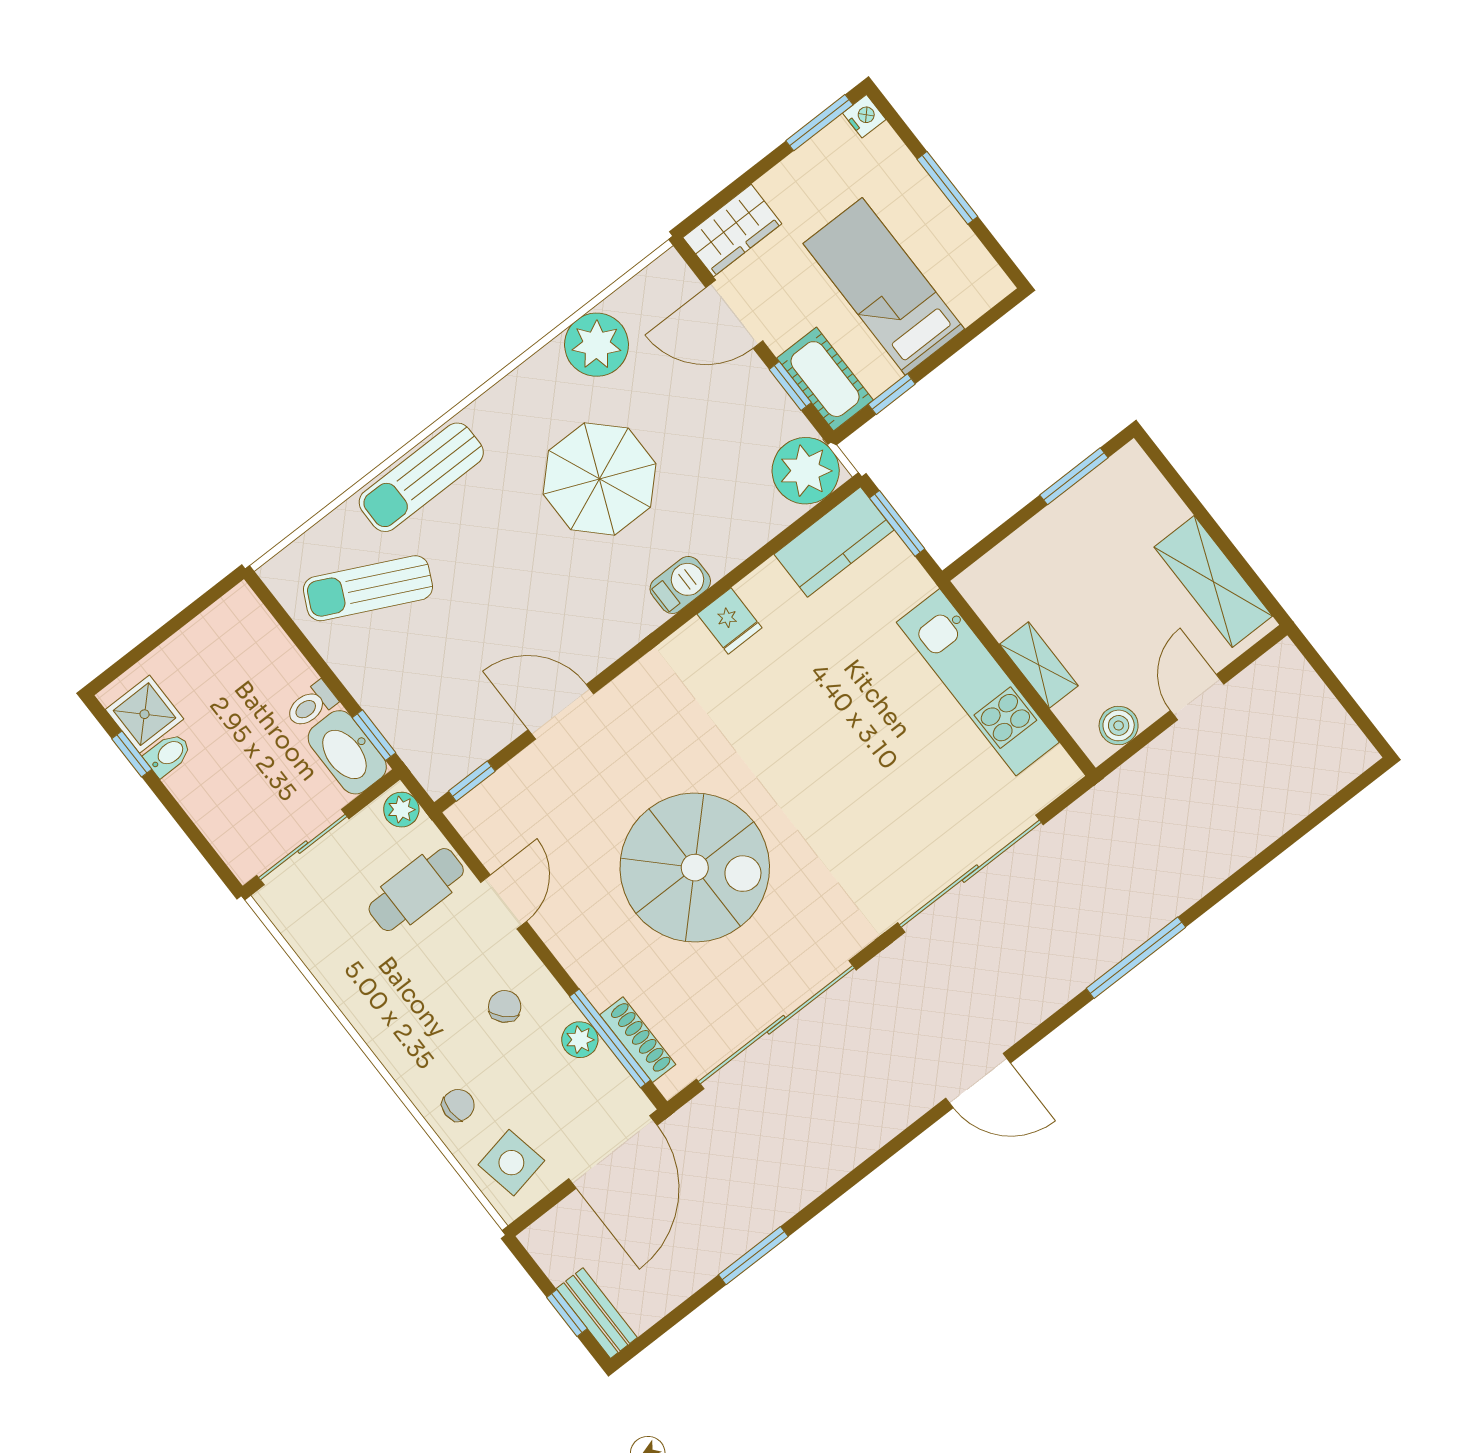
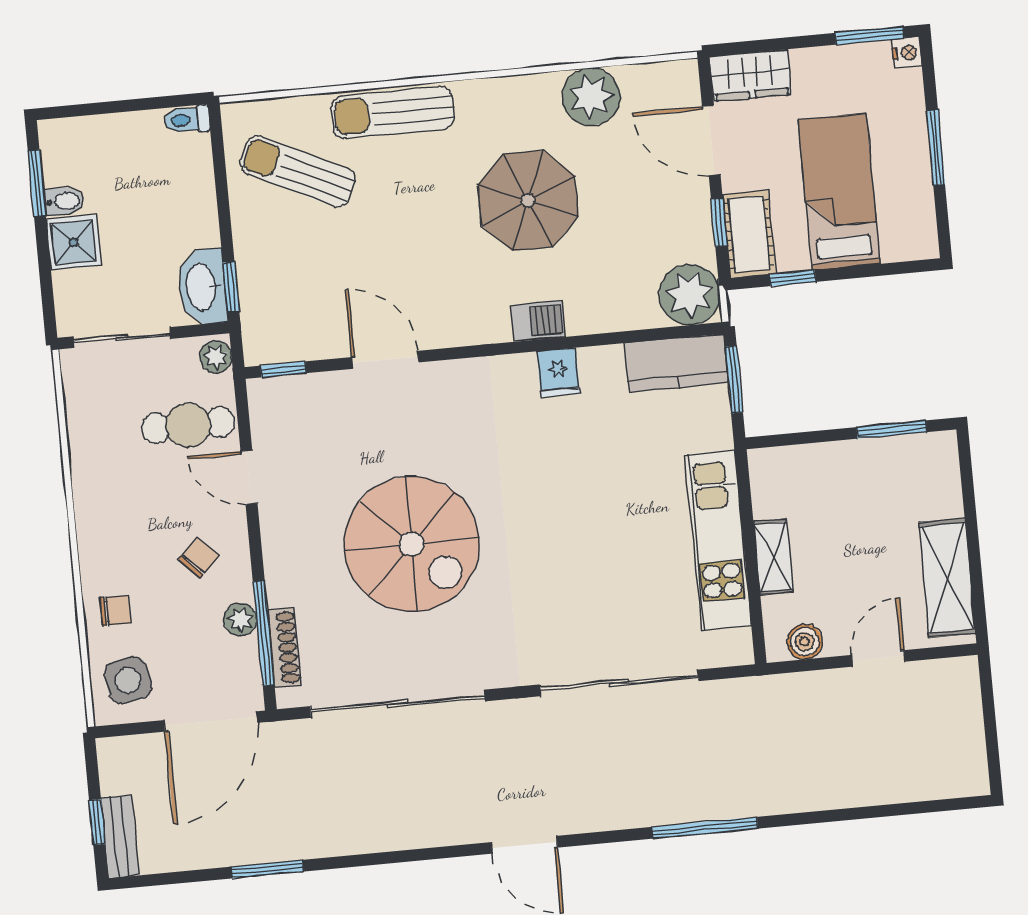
toilet: (311, 705) -> (187, 120), moved
shower: (145, 714) -> (74, 242), moved
window: (132, 754) -> (37, 183), width x1.50
door: (504, 902) -> (249, 477), swing flipped

